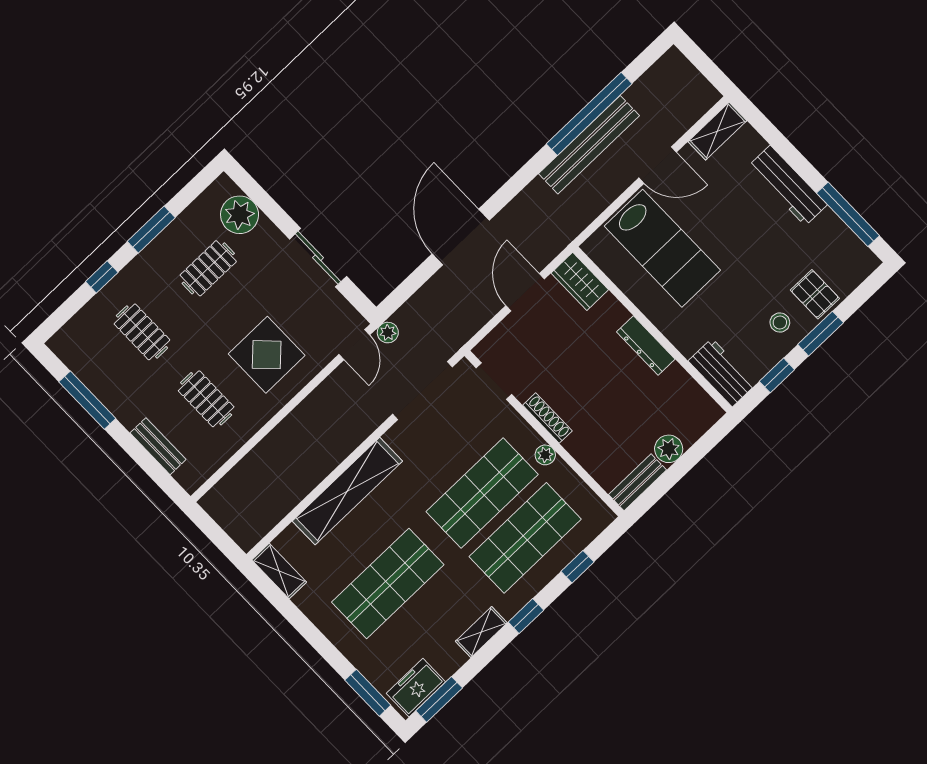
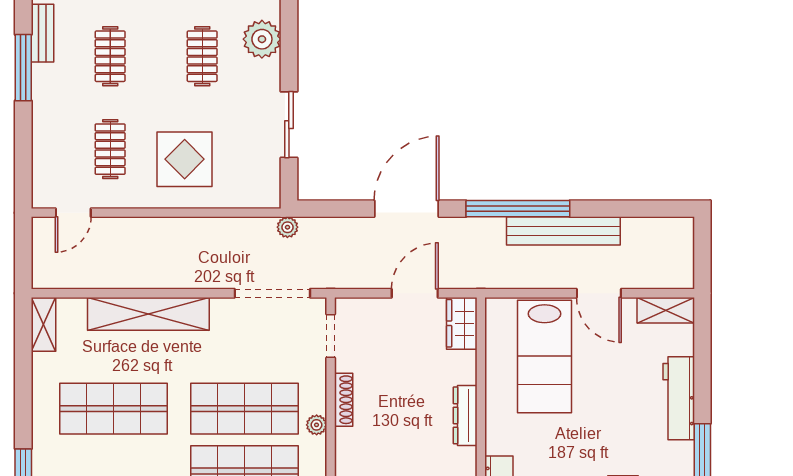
window: (589, 114) -> (518, 209), moved
clothes rail: (208, 268) -> (202, 56), turned 90
door: (354, 345) -> (73, 213), moved
bench: (158, 446) -> (42, 33), moved

